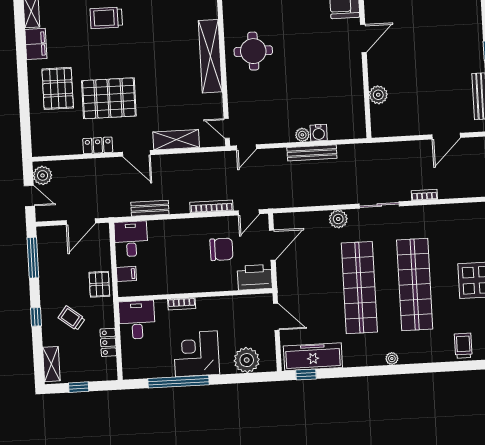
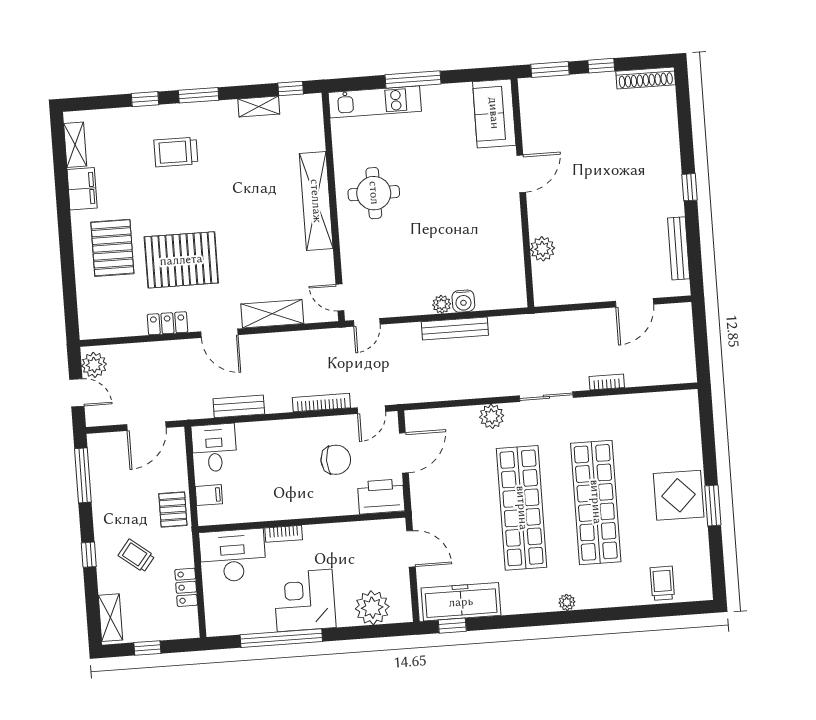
desk: (137, 320) -> (233, 556), width x1.37

